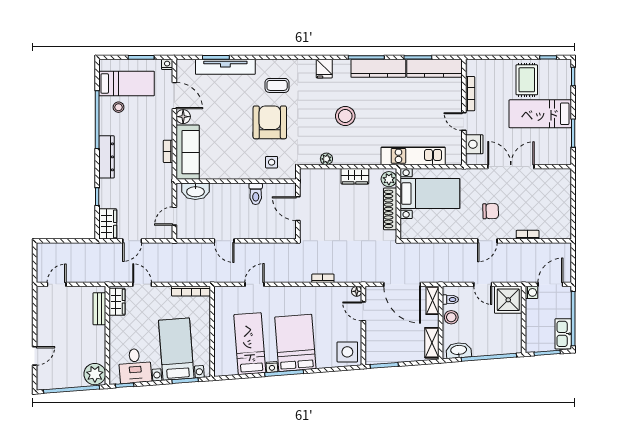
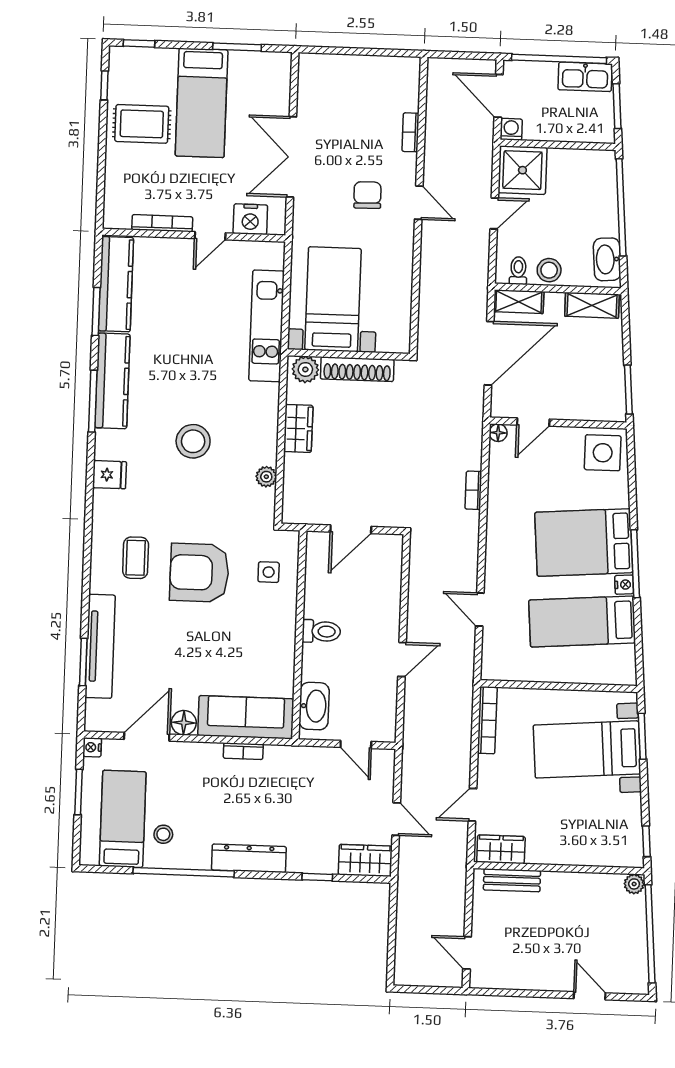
toilet: (256, 194) -> (321, 631), moved
desk: (135, 366) -> (613, 822), removed
plant: (95, 374) -> (634, 884), width x0.53, depth x0.53

